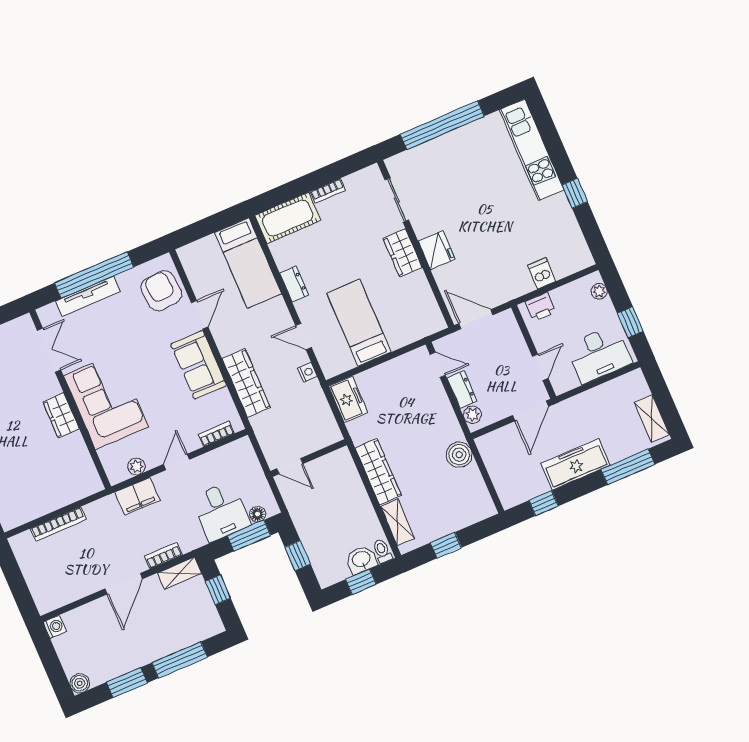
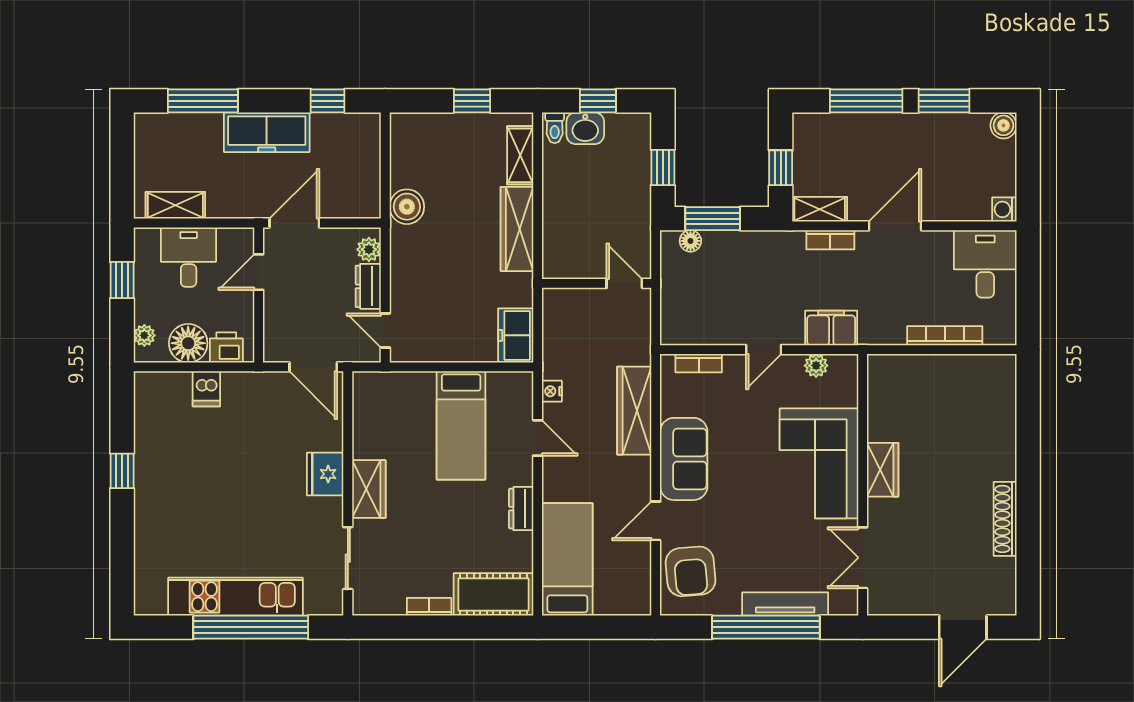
kitchen unit: (532, 150) -> (235, 597), moved, turned -90
floor lamp: (567, 299) -> (188, 343), added
desk: (599, 354) -> (189, 257), width x0.73
shelving: (652, 419) -> (175, 205), moved, turned 90
desk: (221, 511) -> (985, 264), moved

